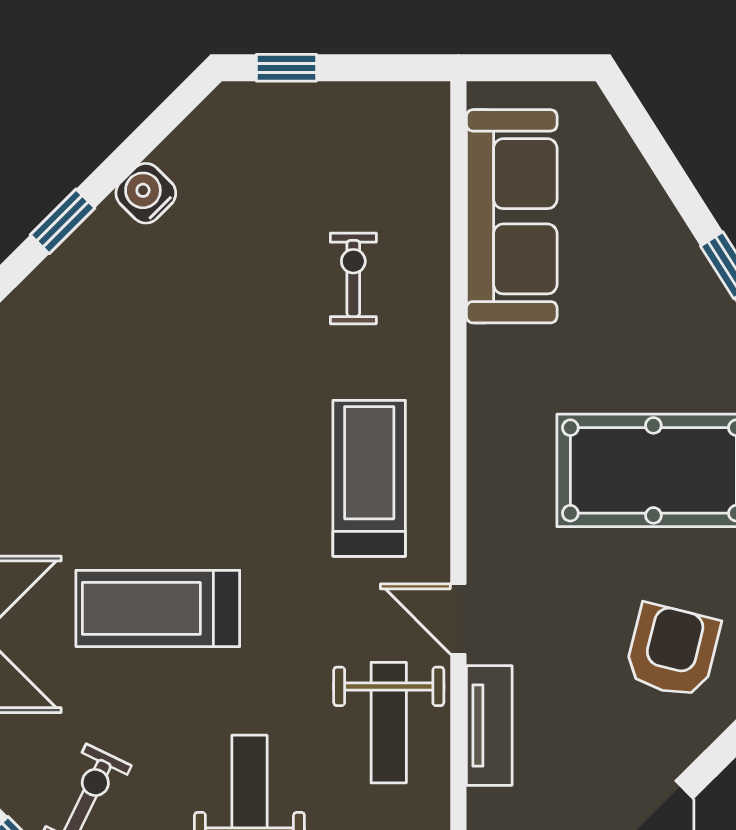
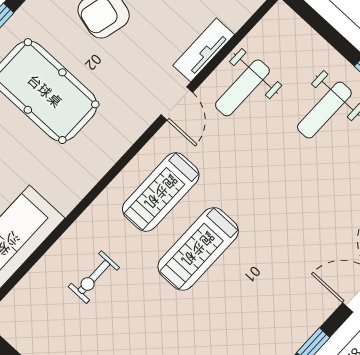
treadmill: (158, 608) -> (198, 249), moved, turned 90
weight bench: (389, 723) -> (242, 88), turned 180

